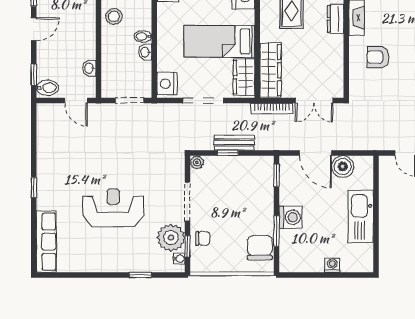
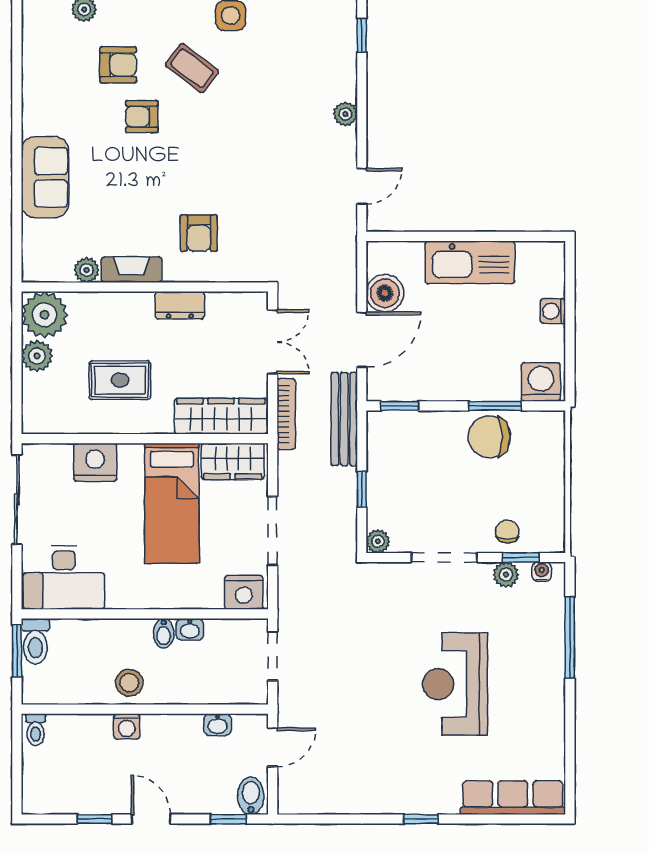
washing machine: (88, 15) -> (127, 726), added
dresser: (336, 19) -> (180, 305), moved
bench: (234, 143) -> (344, 419), moved, width x1.36
washing machine: (290, 217) -> (541, 382), moved
plant: (171, 238) -> (506, 575), width x0.53, depth x0.53
chair: (260, 248) -> (489, 437), moved
window: (140, 275) -> (570, 638), width x2.17

